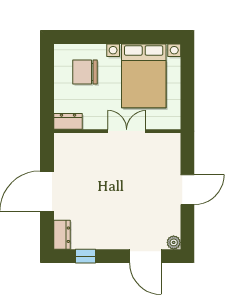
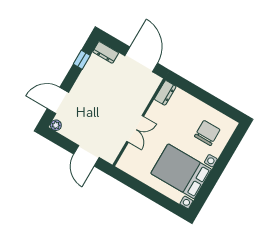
dresser: (68, 121) -> (165, 93), moved
wall: (117, 131) -> (139, 122), moved
double door: (127, 131) -> (135, 129), moved

